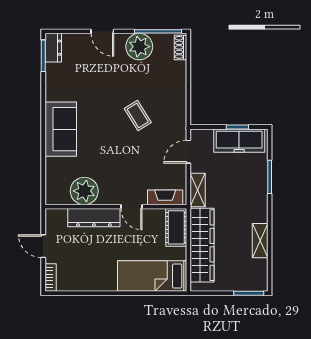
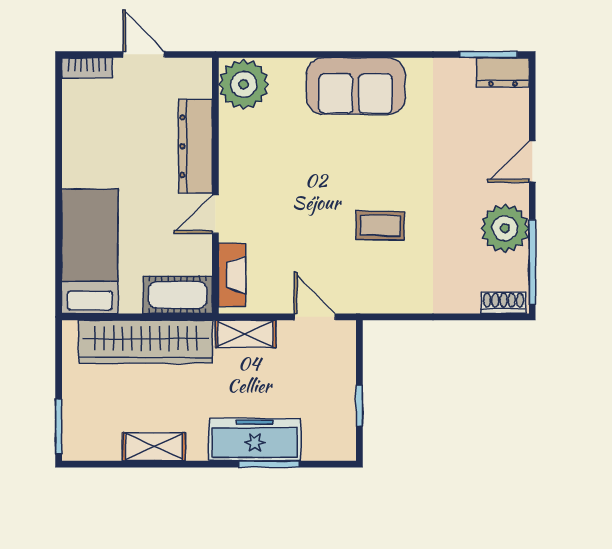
coffee table: (138, 115) -> (380, 225), turned 33
freezer: (239, 141) -> (255, 440), moved, turned 90
plant: (84, 191) -> (244, 84), moved
door: (43, 246) -> (144, 54), hinge flipped

